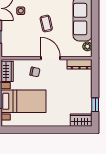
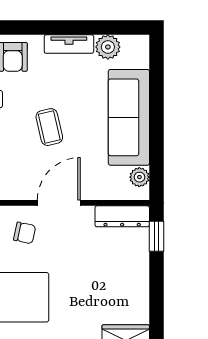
door: (51, 58) -> (59, 203), hinge flipped
window: (95, 105) -> (156, 236), moved

